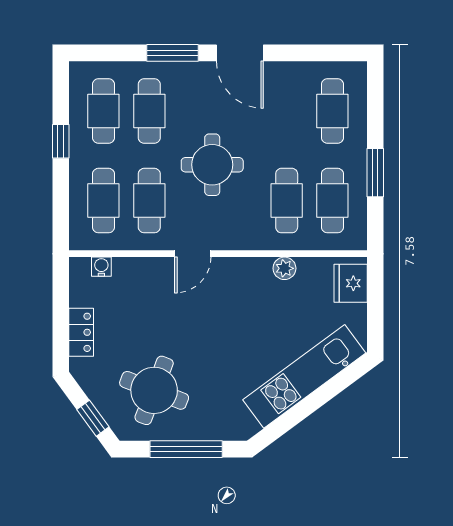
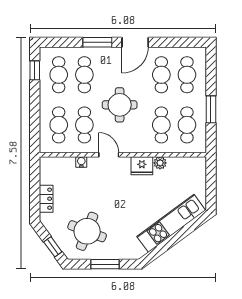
door: (240, 53) -> (135, 42), hinge flipped
cafe table: (287, 111) -> (161, 75), added
window: (61, 141) -> (35, 70), moved
door: (193, 254) -> (109, 155), swing flipped
water cooler: (101, 267) -> (81, 162), moved
fridge: (351, 283) -> (142, 166), moved, turned -90
window: (186, 449) -> (105, 264), width x0.69

